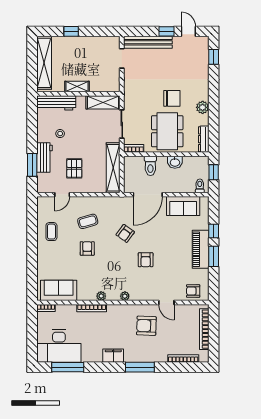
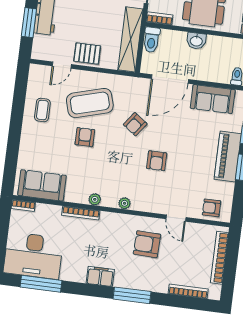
washbasin: (175, 162) -> (196, 41), moved
toilet: (150, 166) -> (152, 40), moved
pallet: (74, 168) -> (87, 53), moved, turned 90
coffee table: (88, 221) -> (90, 103), width x1.86, depth x1.72

